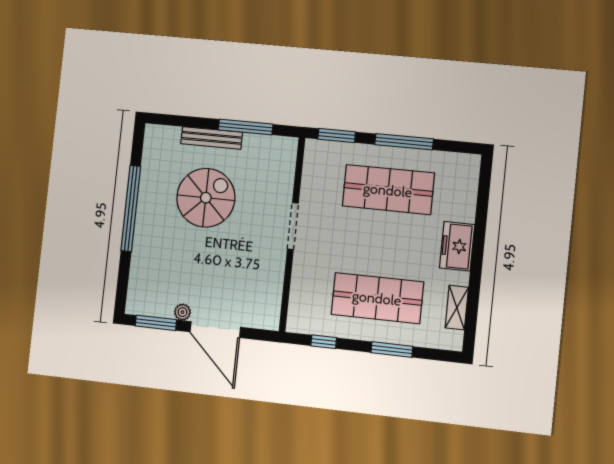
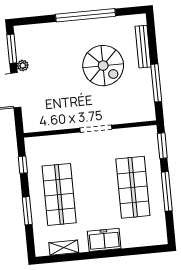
bench: (212, 138) -> (143, 47), moved

